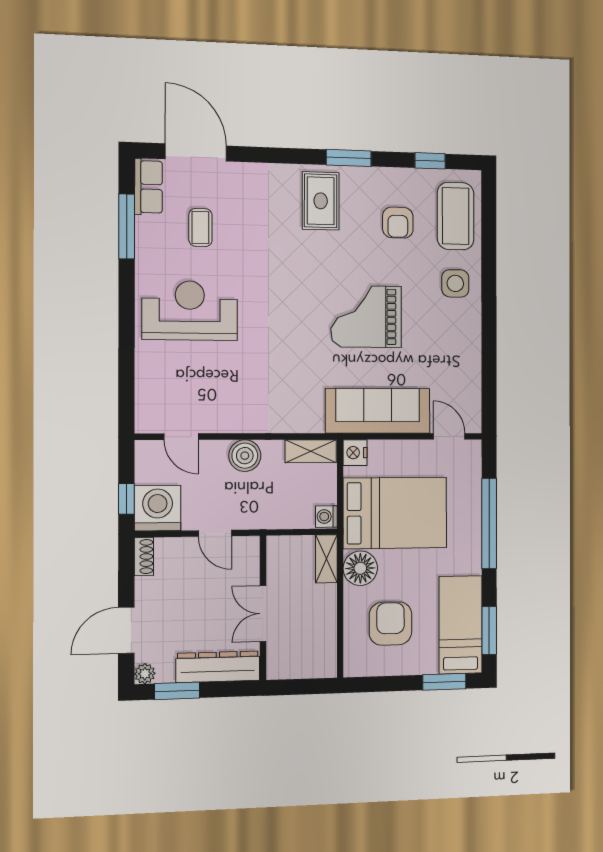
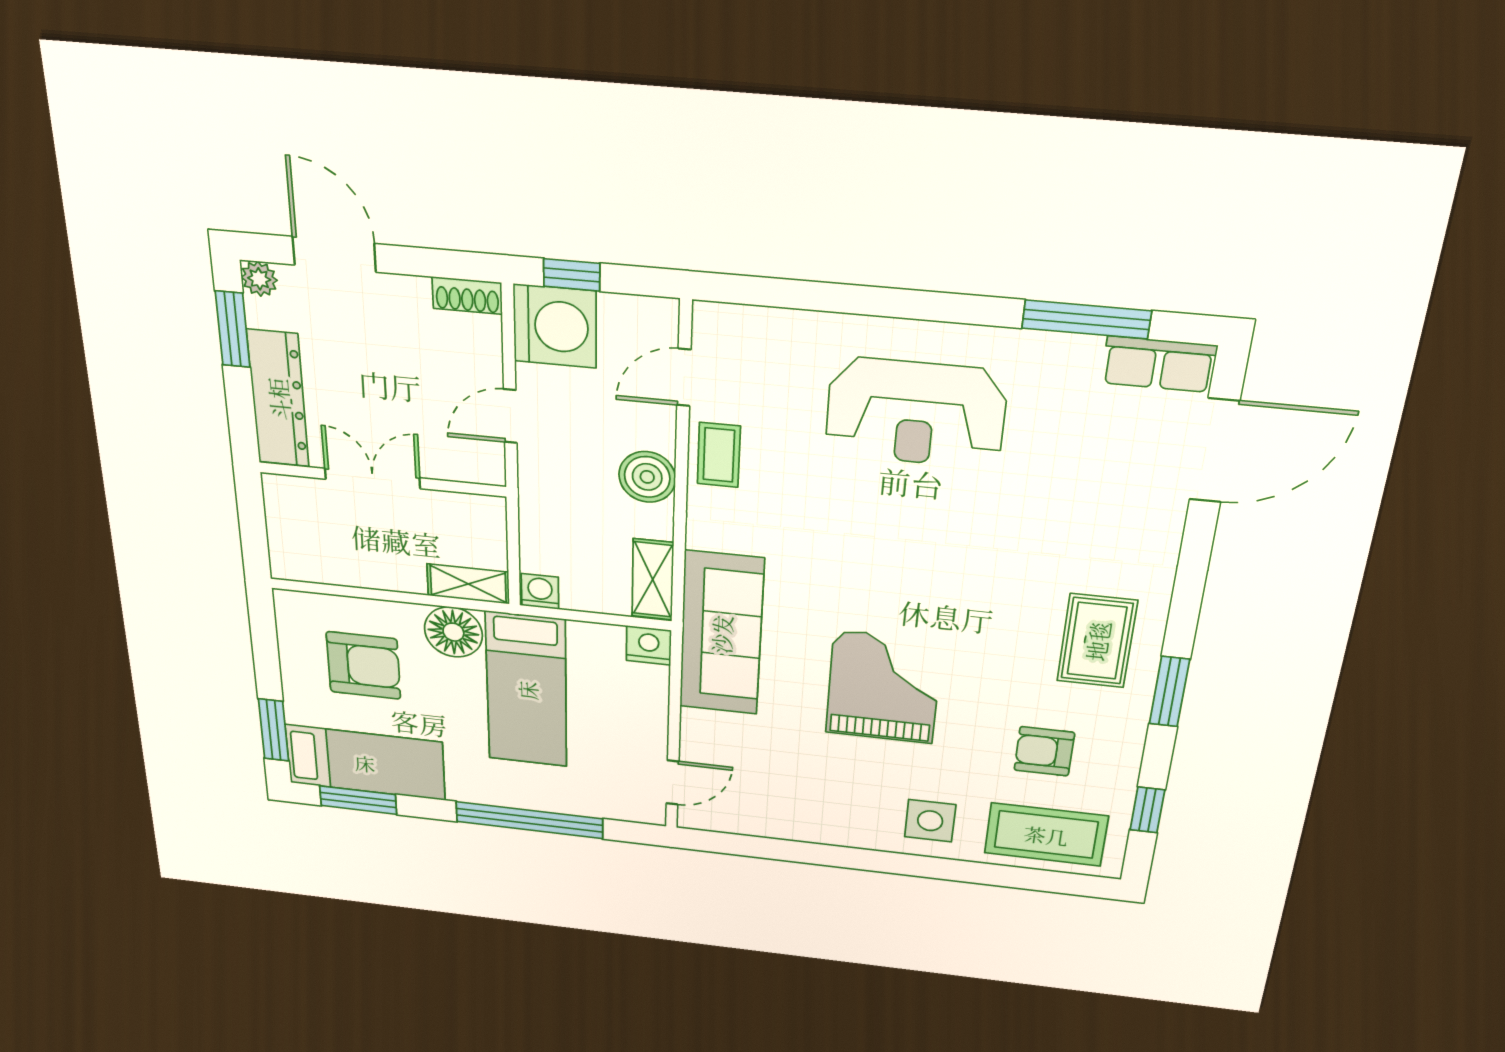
rug: (321, 201) -> (1097, 641), turned 90
coffee table: (200, 227) -> (719, 455), moved, turned 90
reception desk: (190, 311) -> (916, 413), turned 90
sofa: (378, 411) -> (721, 634), moved
bed: (395, 513) -> (527, 690), width x0.67

